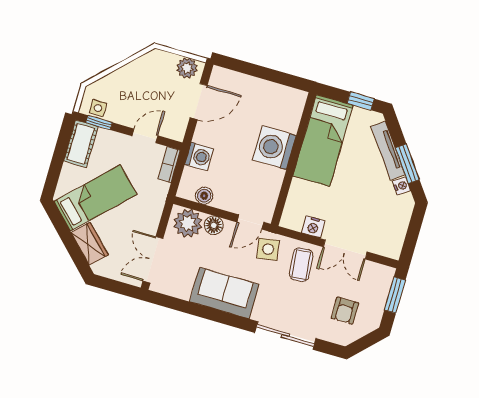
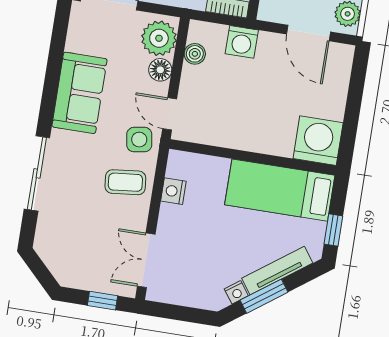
washing machine: (274, 148) -> (318, 141), moved
double door: (345, 249) -> (146, 260), moved
window: (395, 295) -> (103, 301), width x0.67
armchair: (345, 311) -> (76, 242), removed

